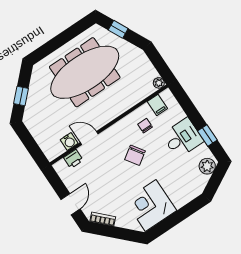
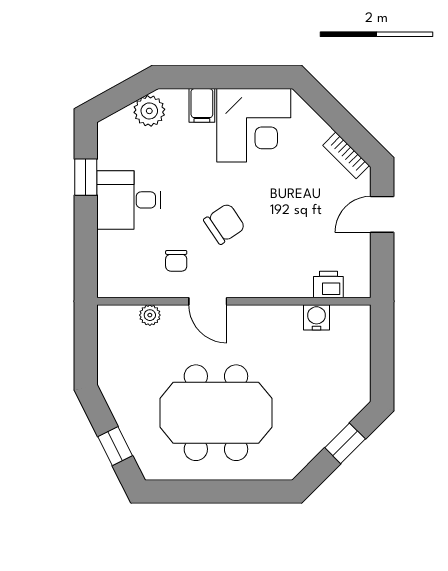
meeting table: (85, 72) -> (216, 413), width x0.73
plant: (159, 83) -> (150, 315), moved
filing cabinet: (157, 105) -> (202, 105), moved, turned 180
door: (89, 138) -> (208, 301), moved
plant: (207, 166) -> (149, 111), moved

